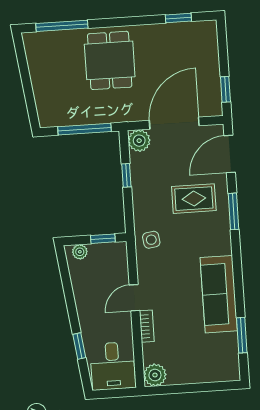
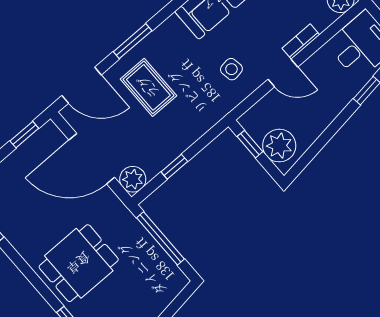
side table: (151, 240) -> (231, 69), moved
plant: (80, 252) -> (279, 146), width x1.88, depth x1.88

